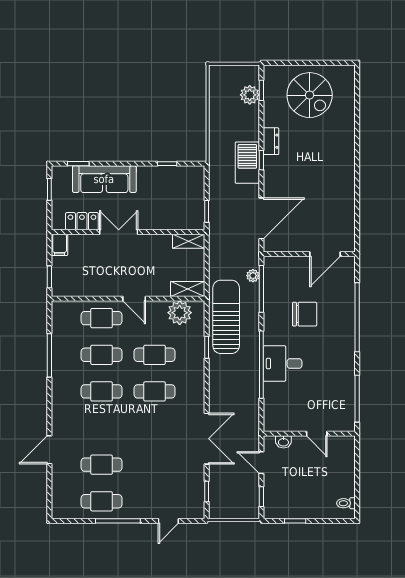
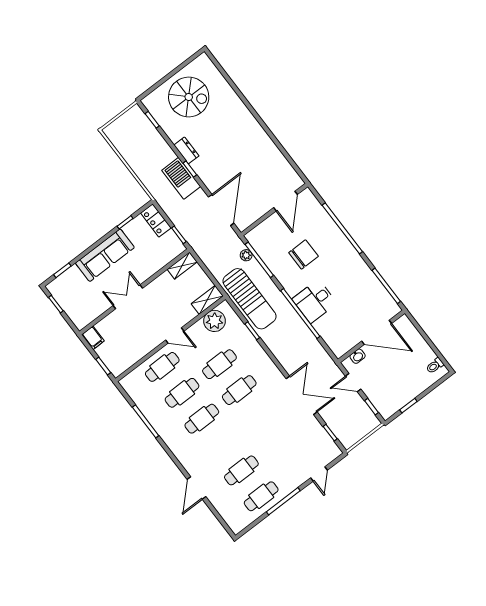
plant: (250, 95) -> (146, 129), removed
sofa: (104, 179) -> (105, 255), moved
locker: (82, 221) -> (156, 220), moved, turned -90
sun lounger: (226, 317) -> (250, 299), turned 180
door: (317, 434) -> (377, 332), width x1.88

